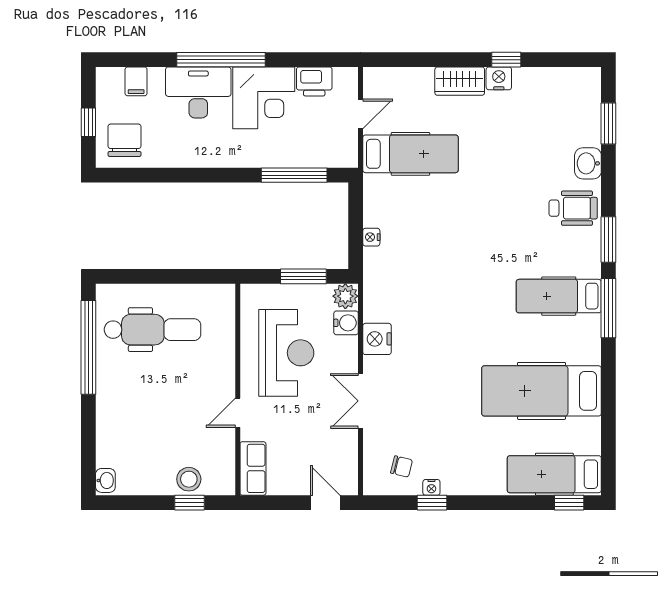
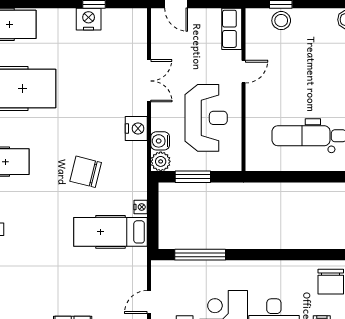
hospital bed: (410, 154) -> (110, 232), moved
reception desk: (286, 353) -> (206, 118), turned 180
chair: (402, 466) -> (86, 172), moved, width x1.87, depth x1.87
nightstand: (431, 487) -> (89, 19), width x1.89, depth x1.79

